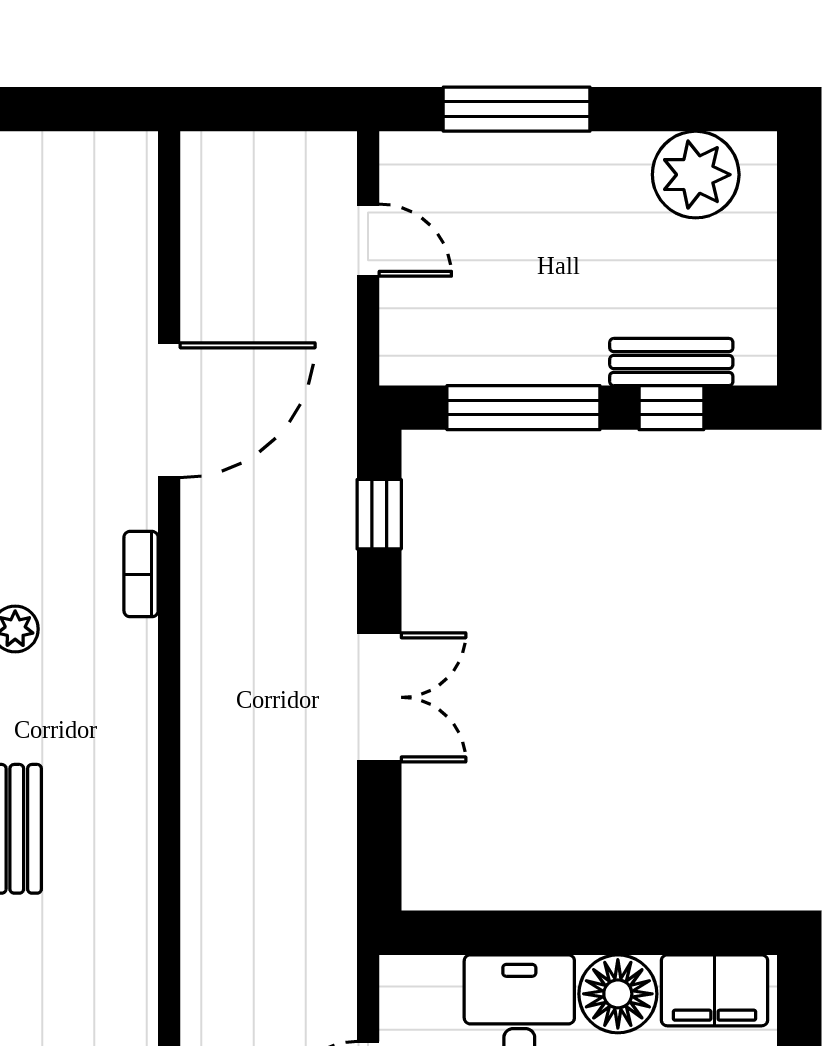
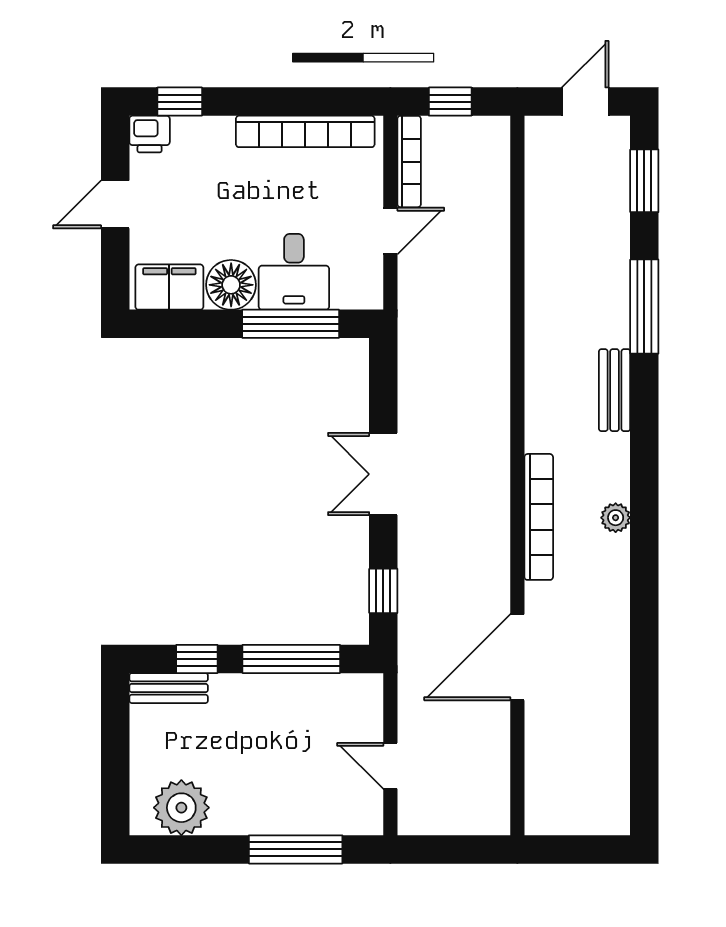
bench: (671, 362) -> (169, 688), moved
bookcase: (141, 574) -> (539, 517), width x2.31, depth x1.31
window: (524, 933) -> (291, 324), added

